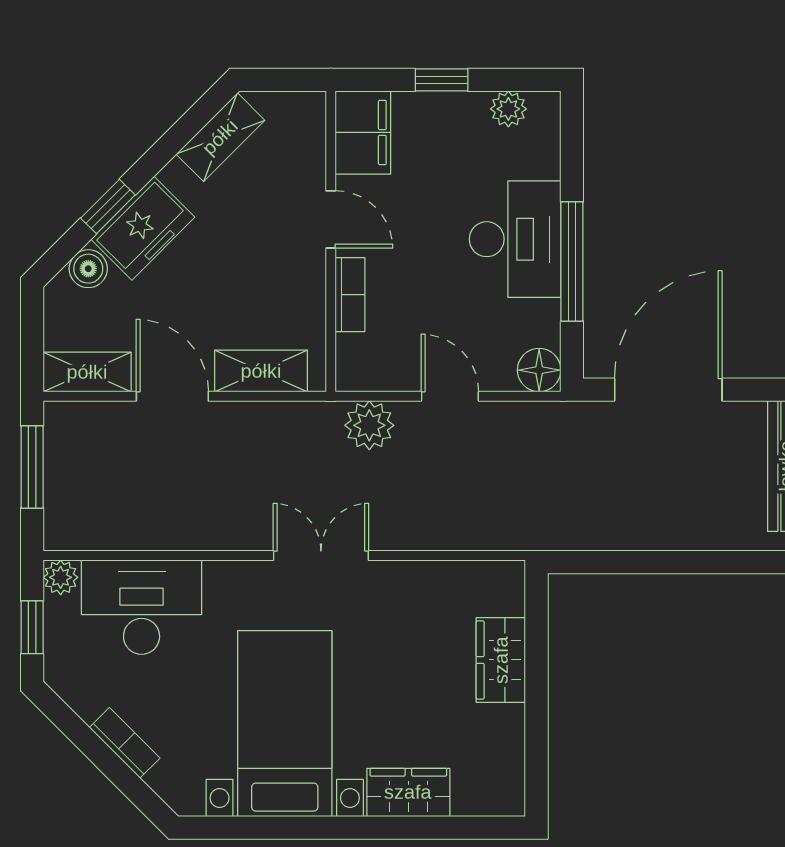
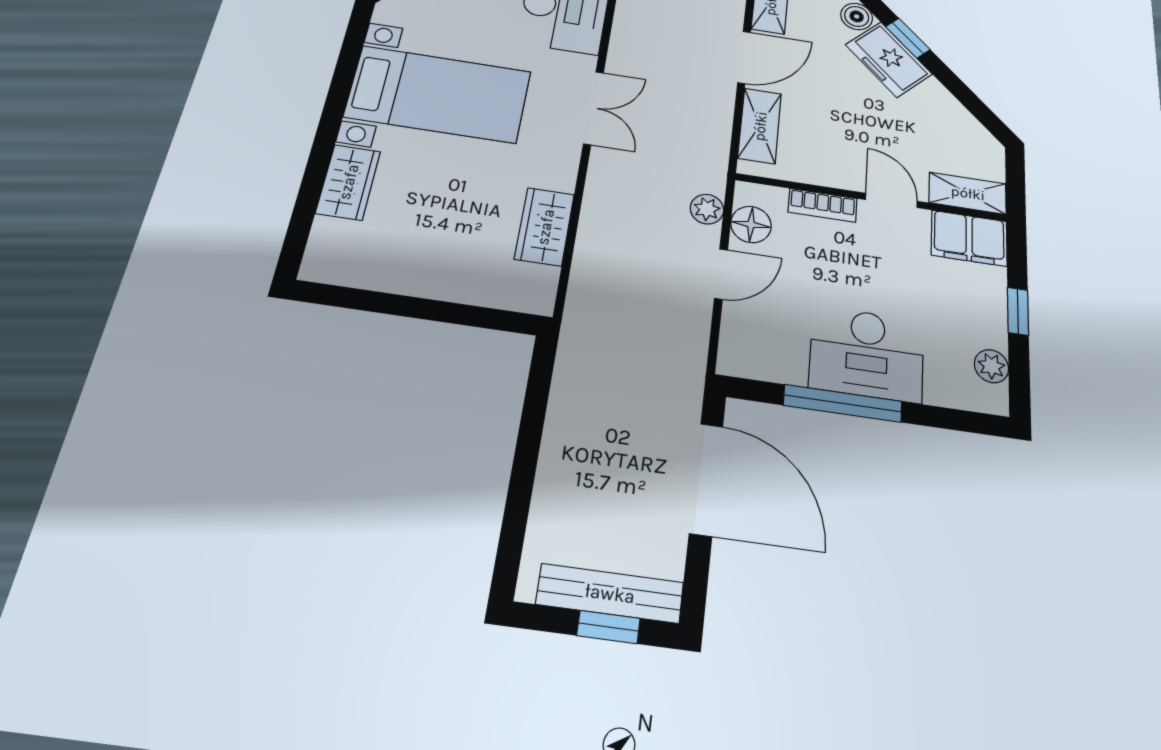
shelving: (220, 137) -> (968, 193), moved, turned -45
door: (331, 219) -> (891, 200), swing flipped
floor lamp: (539, 370) -> (751, 224), moved
plant: (369, 425) -> (707, 209), width x0.73, depth x0.73
double door: (321, 556) -> (593, 108), moved
wardrobe: (501, 660) -> (545, 227), moved, turned -90

